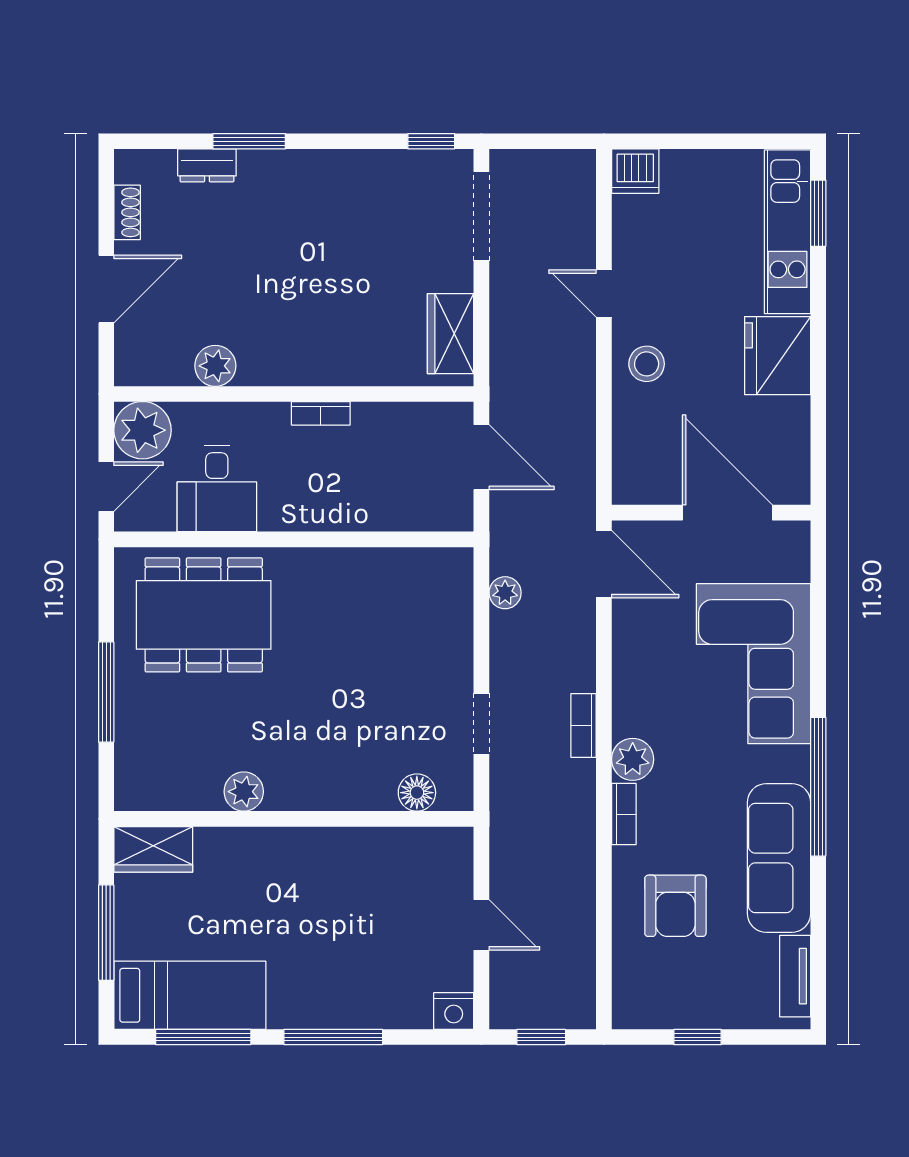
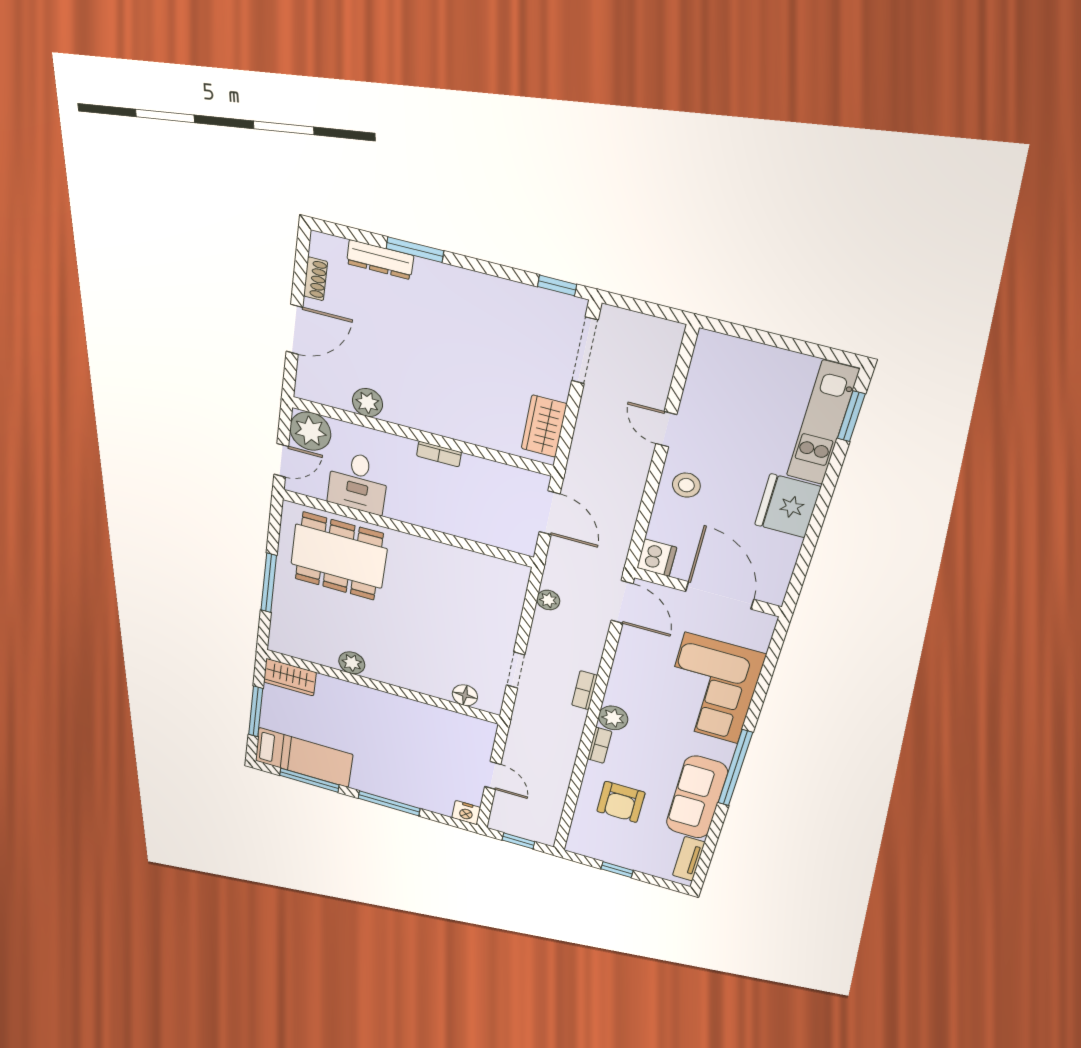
dresser: (207, 165) -> (380, 260), width x1.44
dishwasher: (635, 171) -> (657, 558), moved, turned -90

